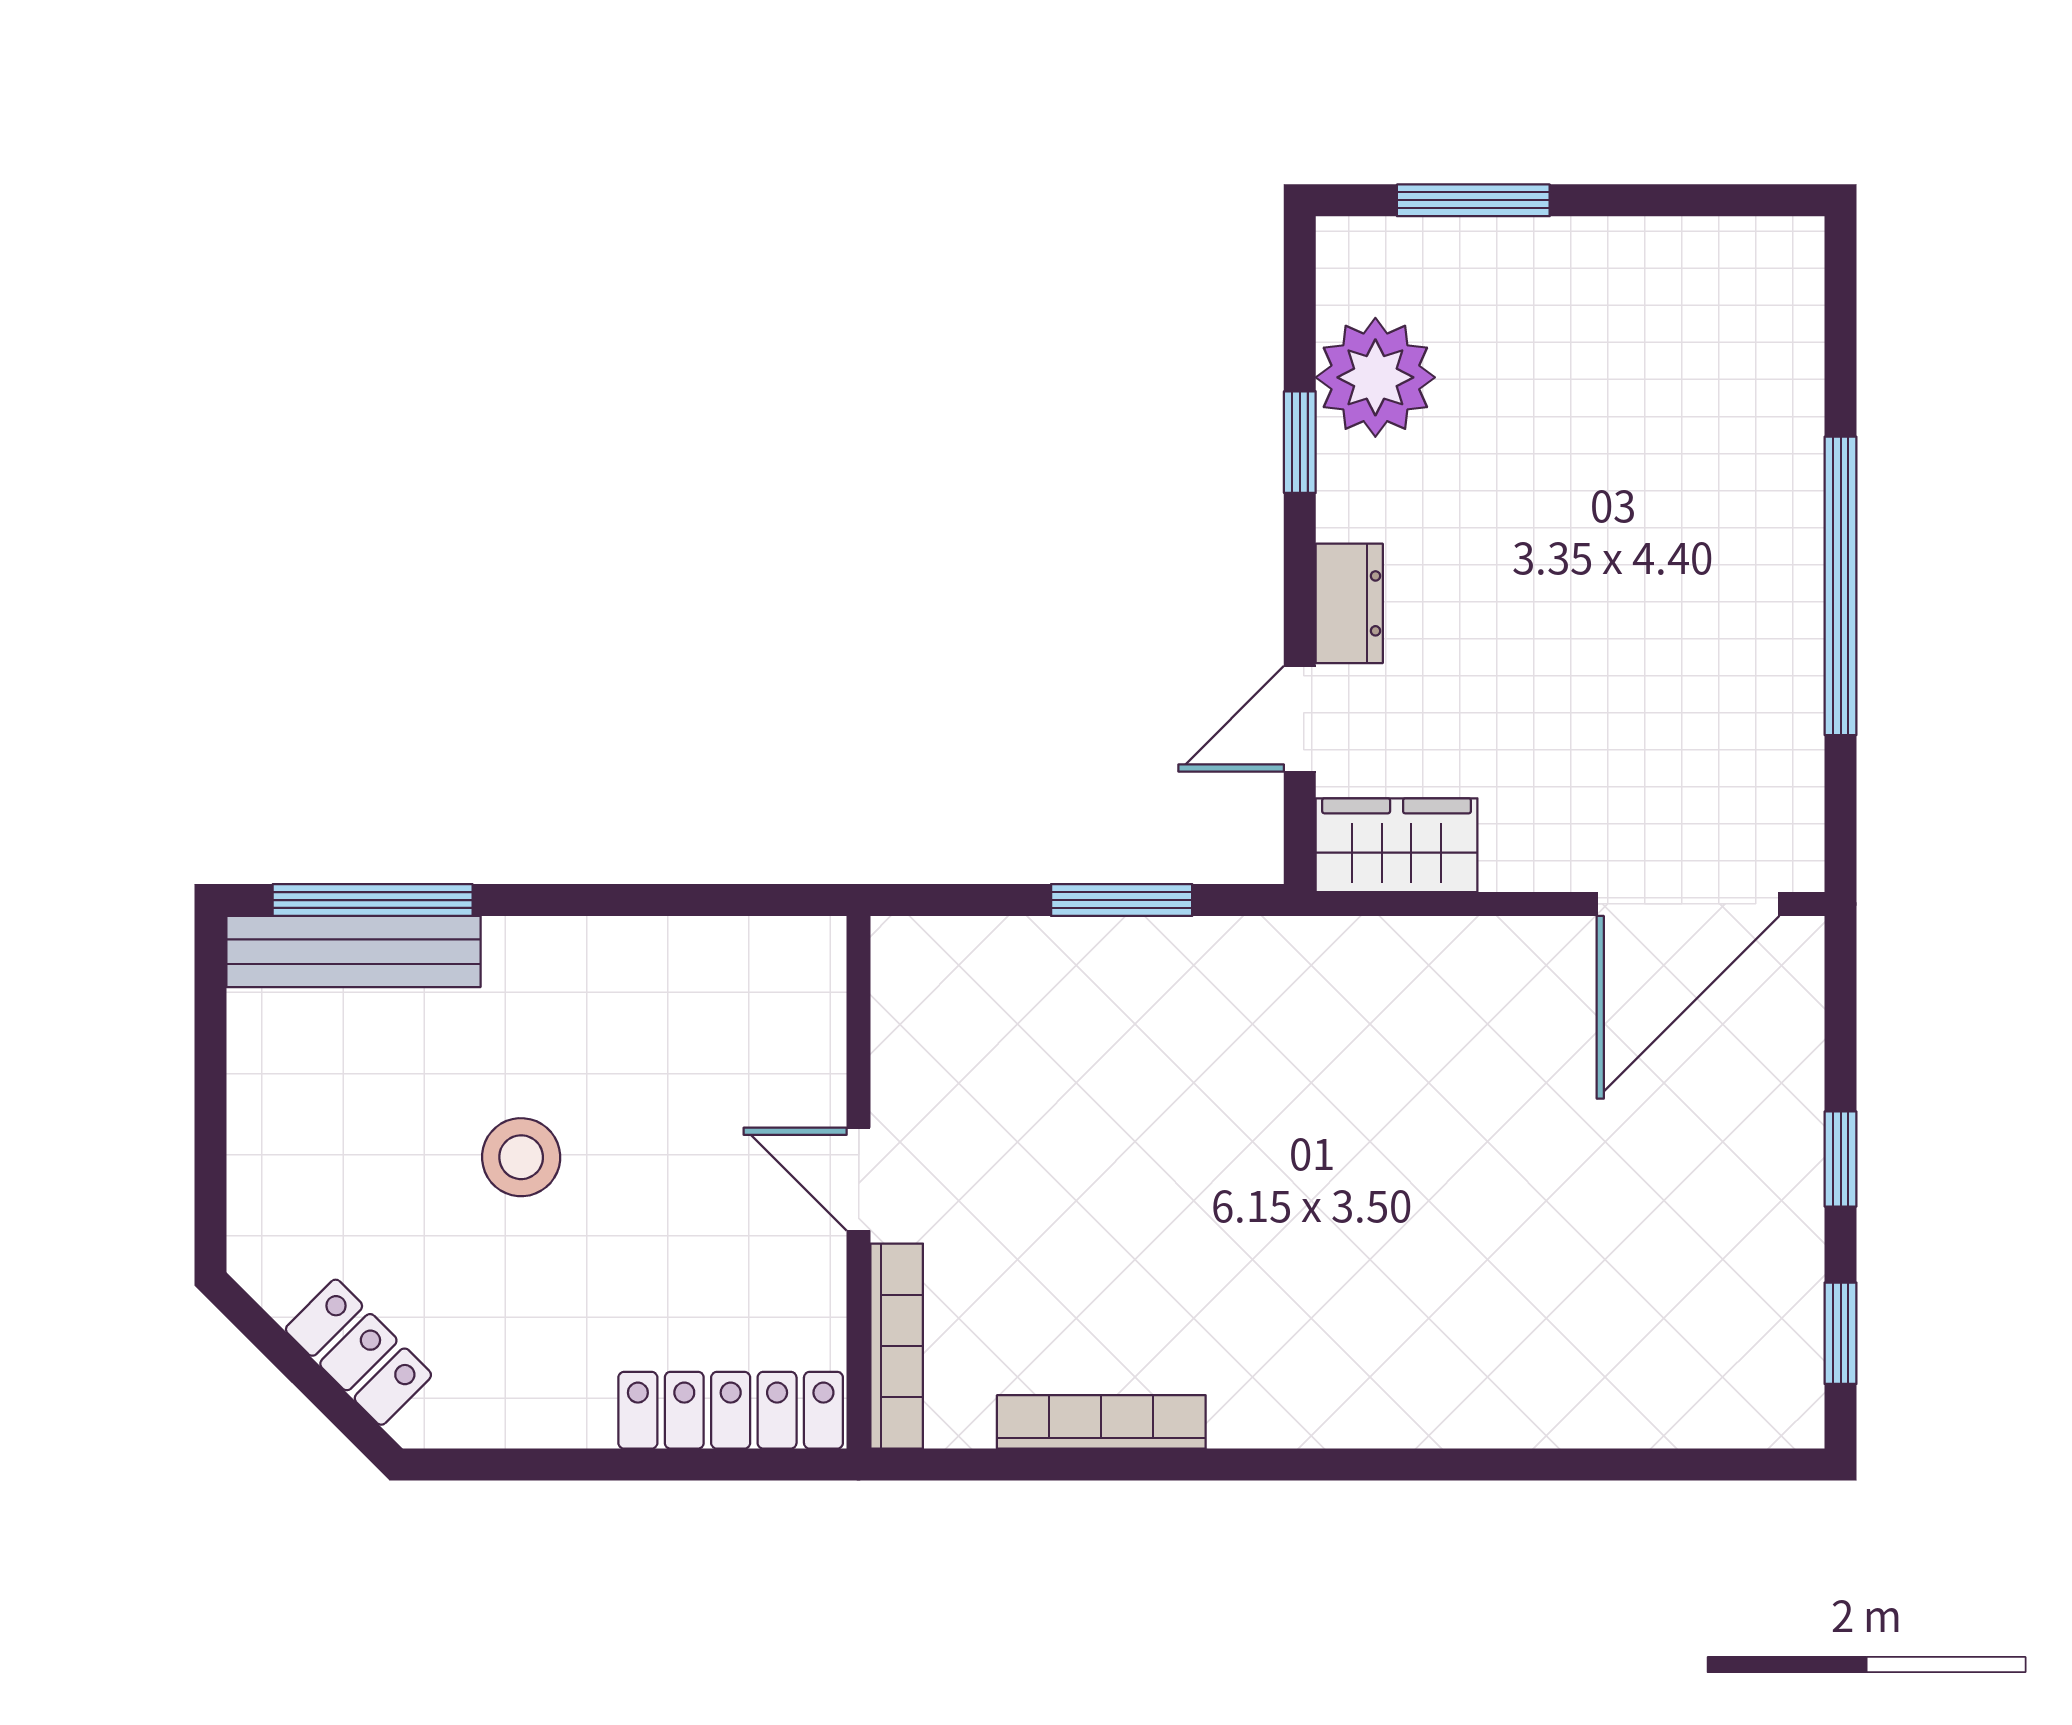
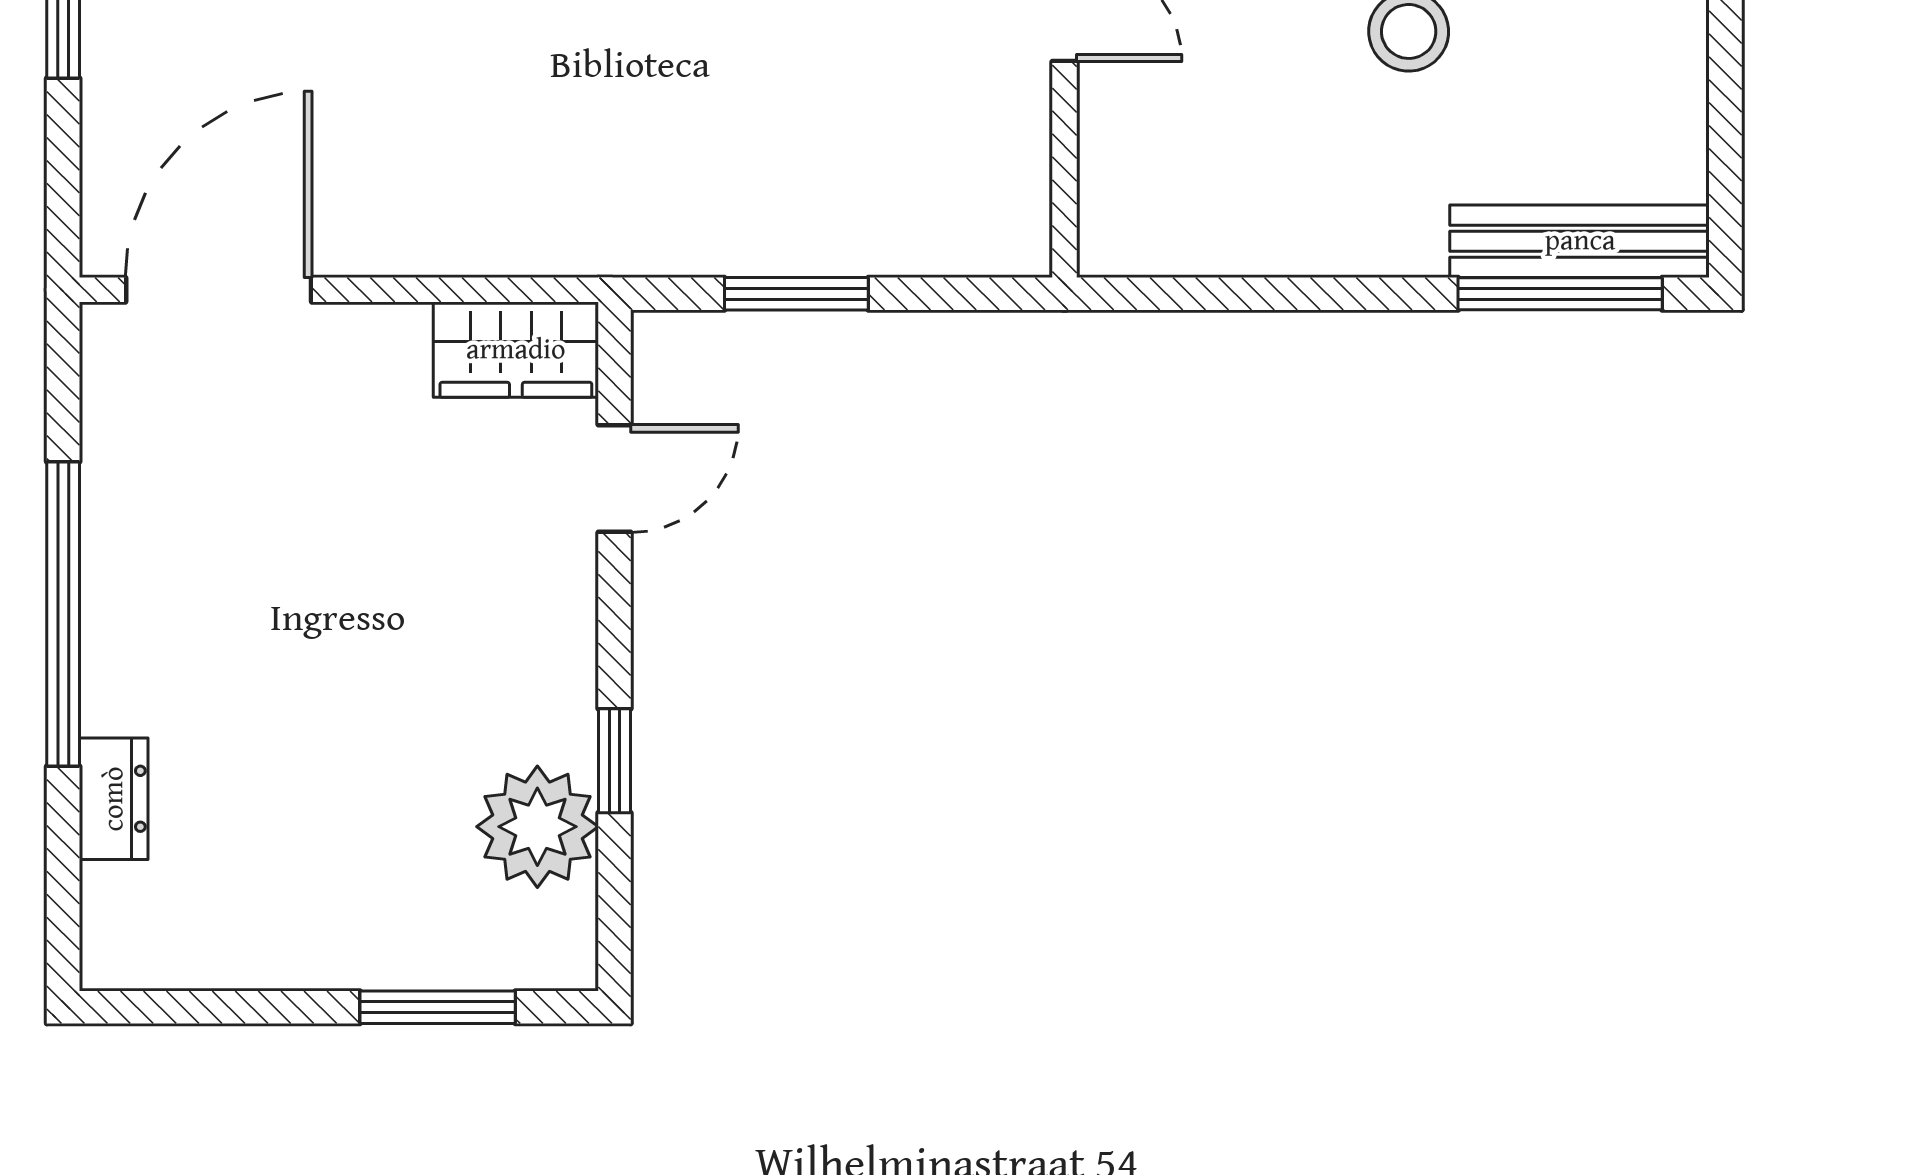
dresser: (1349, 603) -> (114, 799), moved, turned 180

